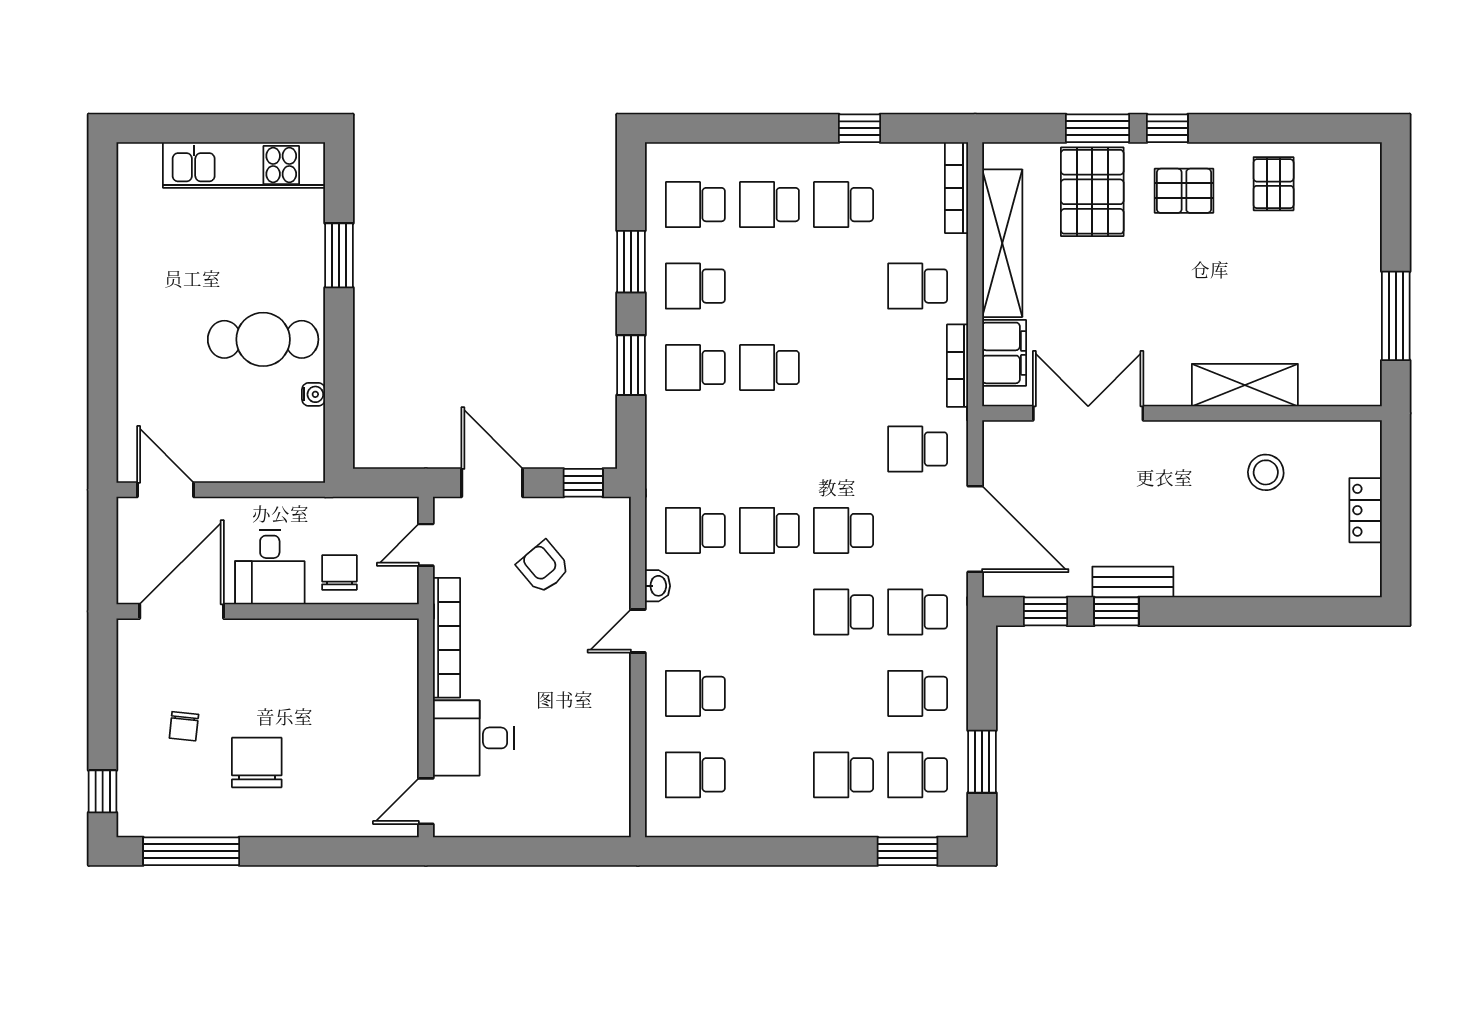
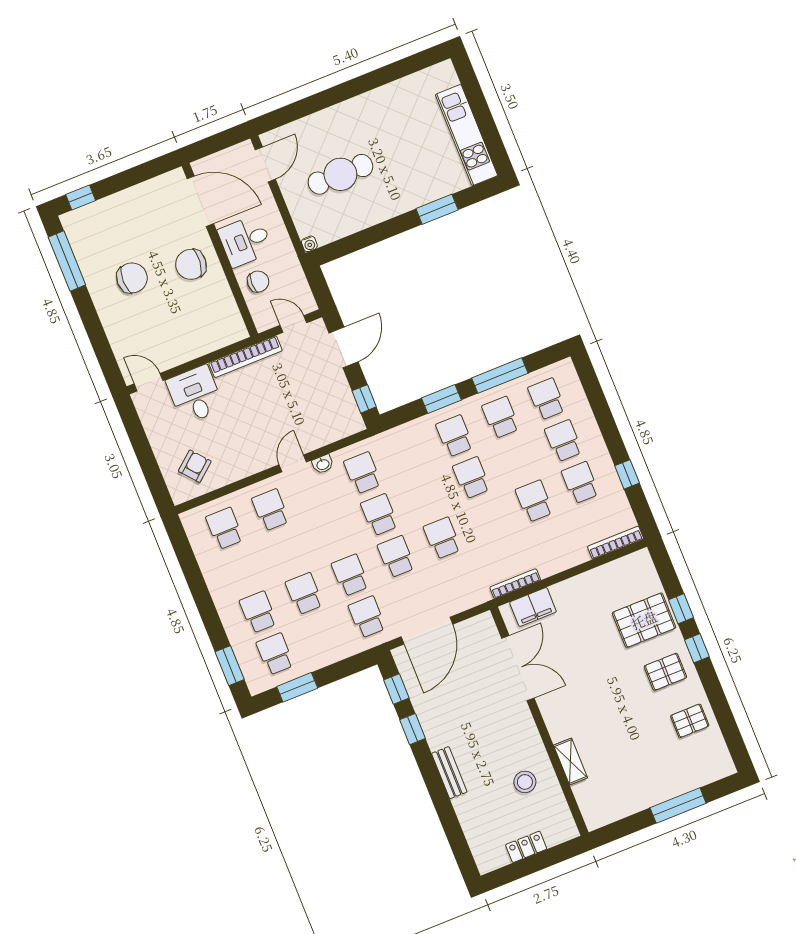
window: (1097, 128) -> (681, 609), width x0.67
pallet: (1184, 191) -> (665, 672), turned 90
shelving: (1002, 243) -> (594, 581), removed
window: (631, 262) -> (500, 376), width x1.44
school desk: (918, 286) -> (534, 501), moved
window: (1396, 316) -> (678, 806), moved
cafe table: (263, 339) -> (340, 174), moved, turned 90
shelving: (1245, 385) -> (570, 761), width x0.67, depth x0.75
water cooler: (313, 394) -> (309, 244), moved
school desk: (918, 449) -> (442, 538), moved
armchair: (543, 567) -> (195, 466), moved
bench: (1133, 582) -> (449, 773), moved
door: (638, 631) -> (293, 463), hinge flipped
school desk: (918, 693) -> (304, 594), moved
chair: (184, 726) -> (191, 264), moved, width x1.87, depth x1.87

